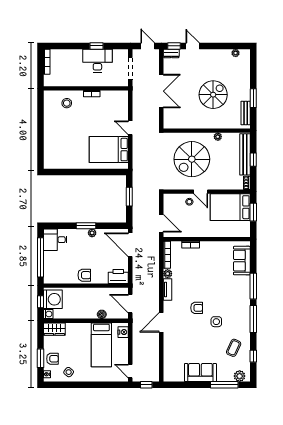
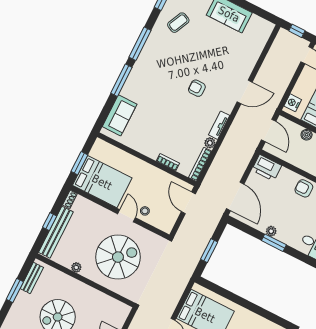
side table: (216, 322) -> (183, 62), removed

